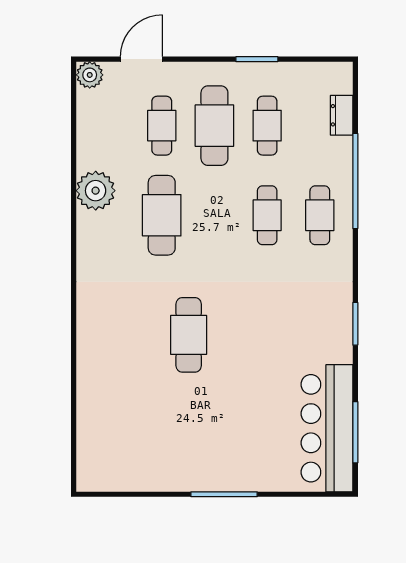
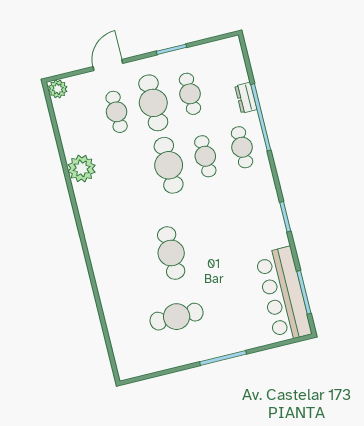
door: (141, 59) -> (108, 65), moved
dresser: (342, 115) -> (246, 98), moved
cafe table: (162, 215) -> (169, 165), moved
cafe table: (175, 423) -> (177, 317), added

